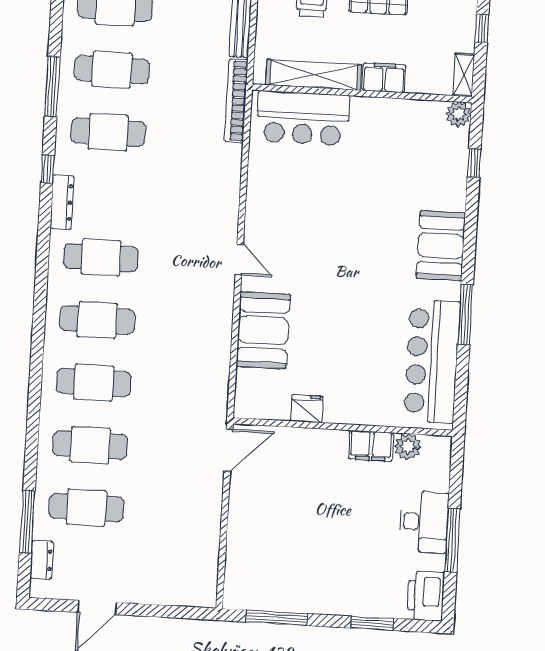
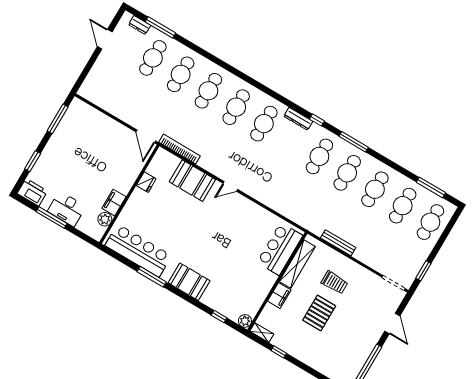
bookcase: (236, 101) -> (180, 149), moved

